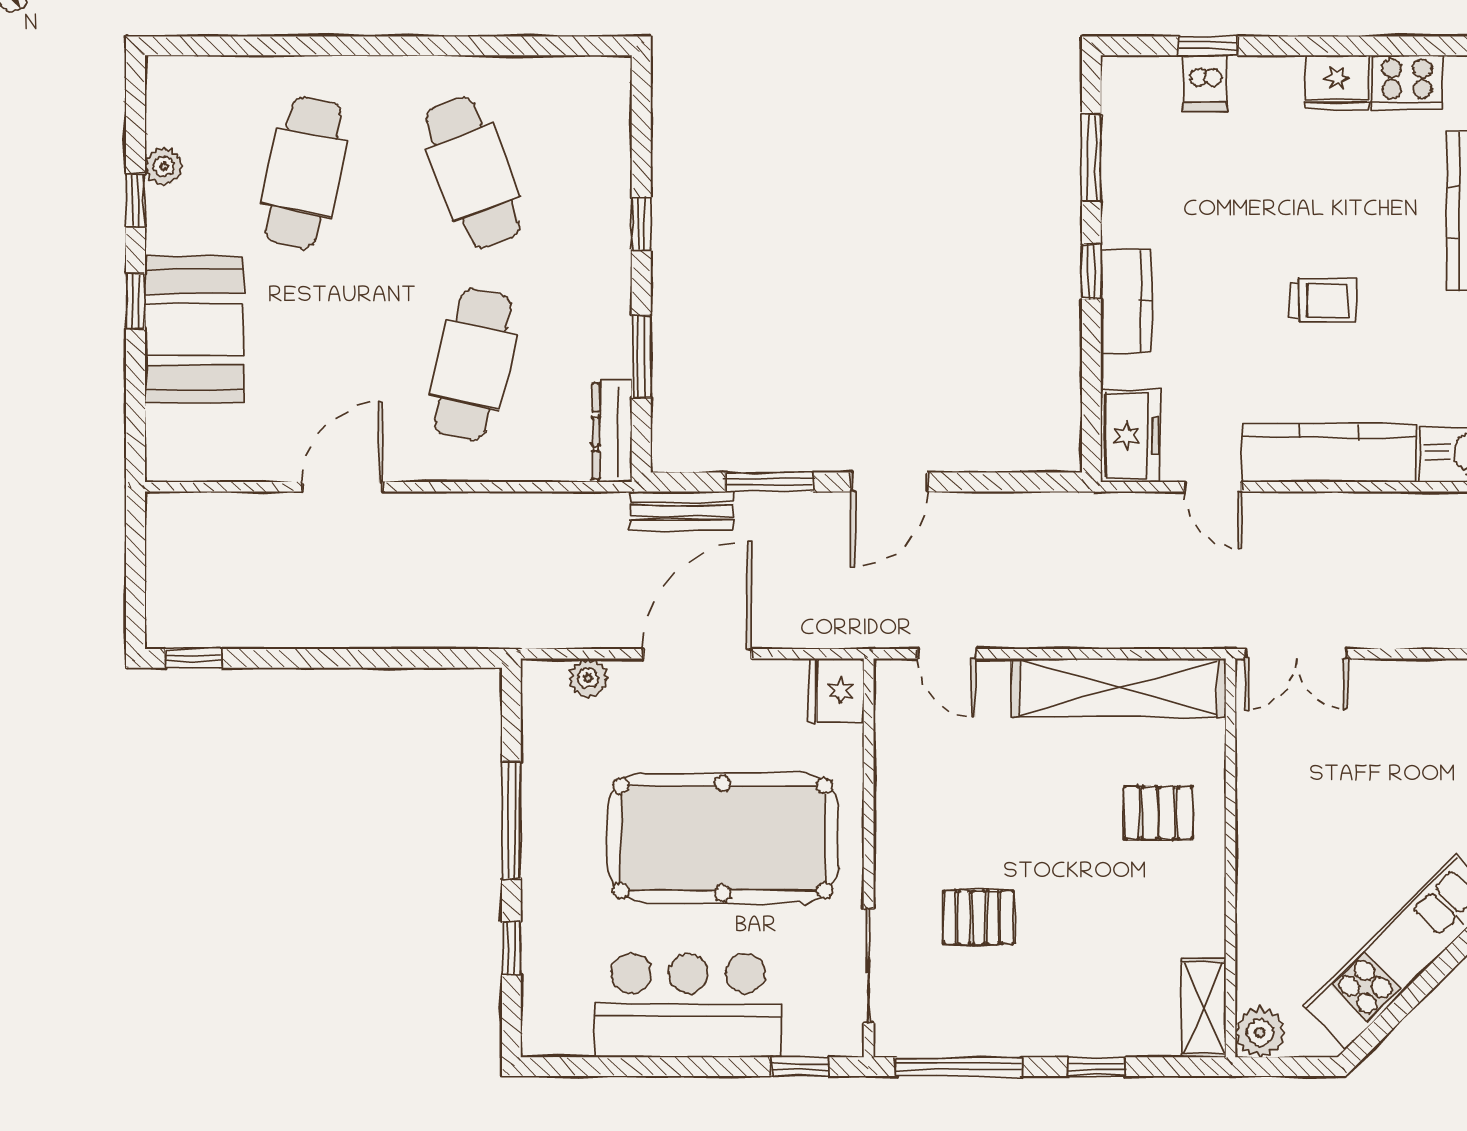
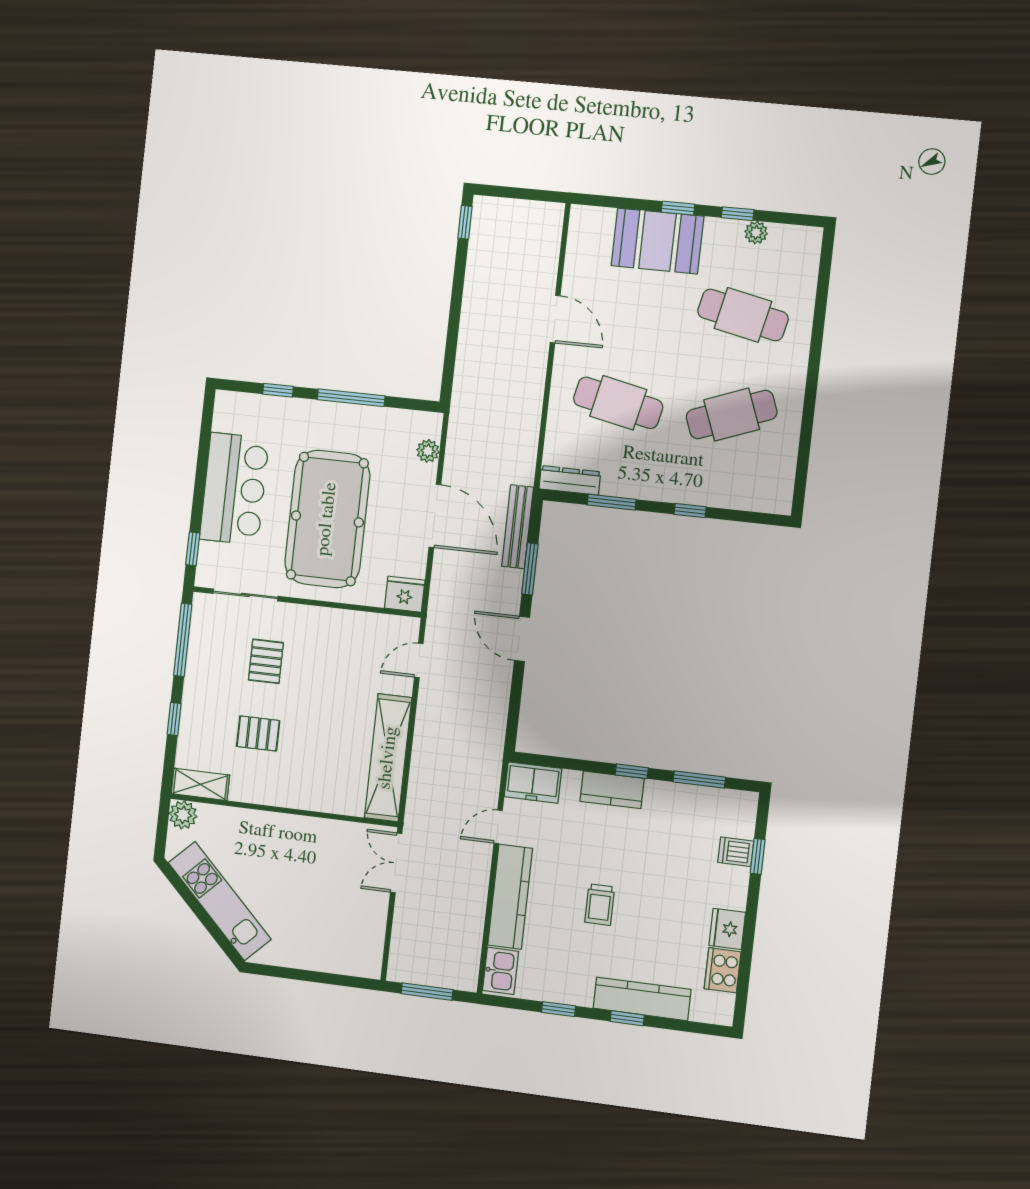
bench: (682, 511) -> (518, 527), width x1.36
pallet: (1158, 813) -> (258, 733), moved, turned 90

